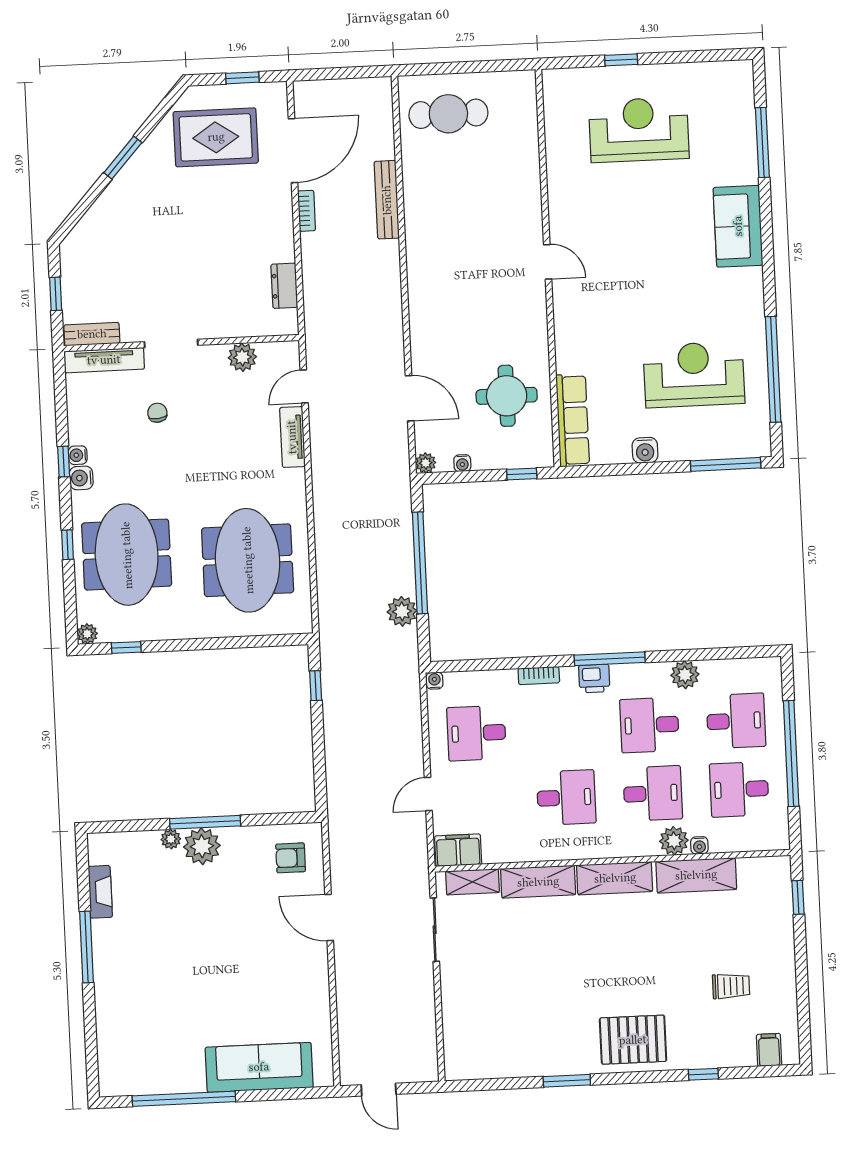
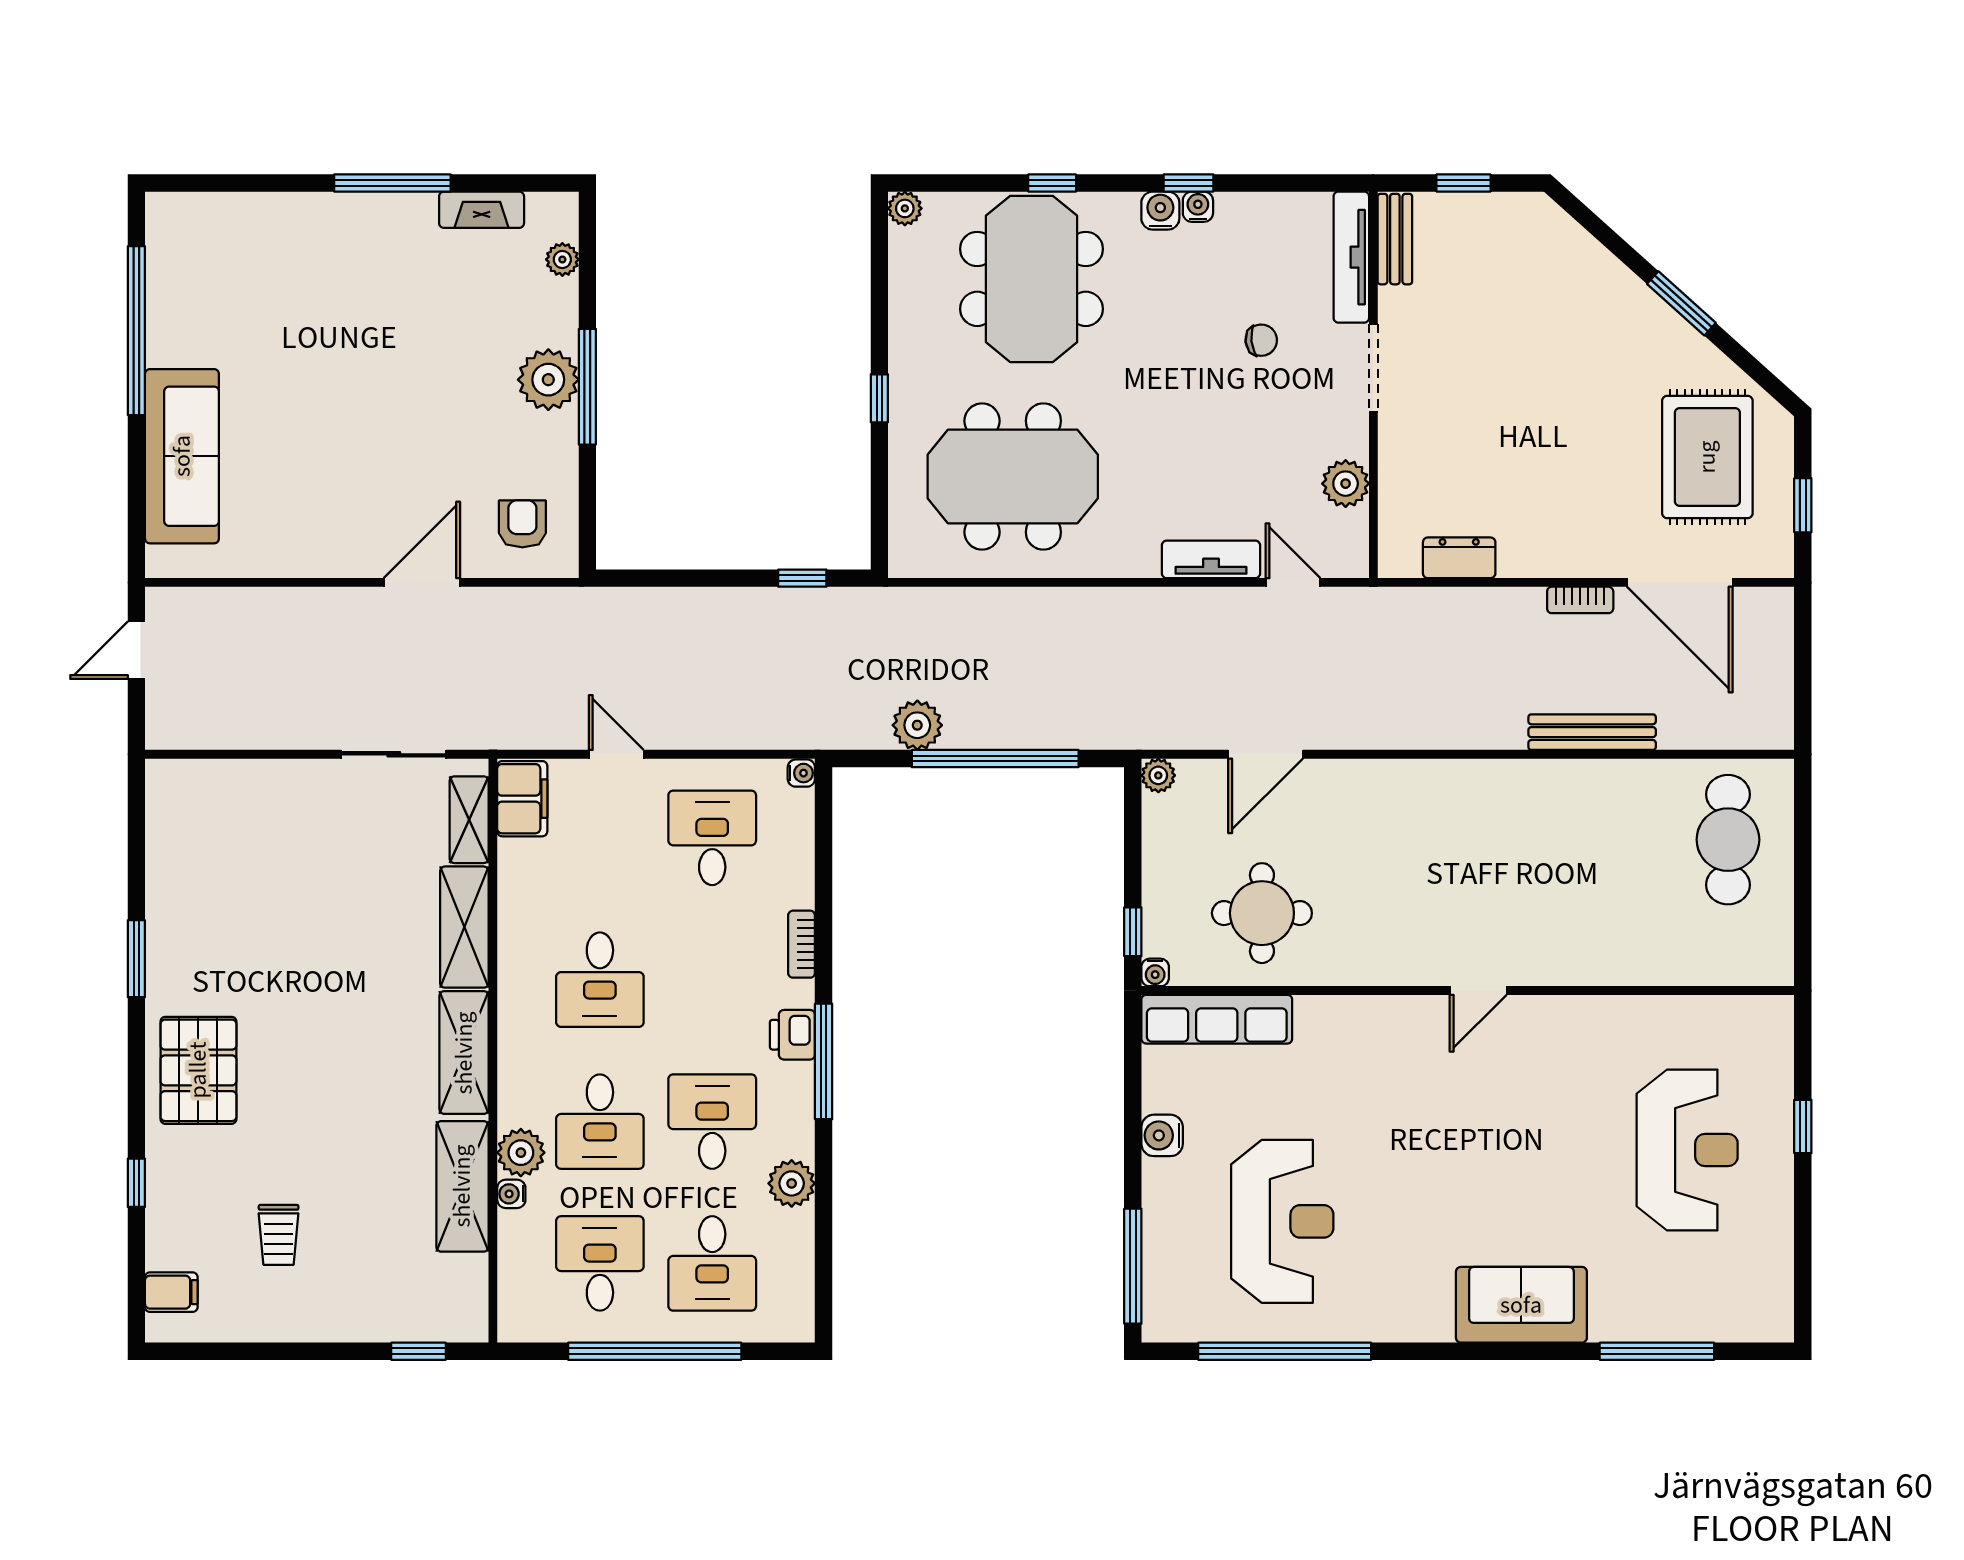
water cooler: (462, 463) -> (1155, 972), moved, turned -90
meeting table: (127, 555) -> (1031, 279), turned 90
window: (126, 647) -> (879, 398), moved
plant: (171, 839) -> (562, 259), moved

